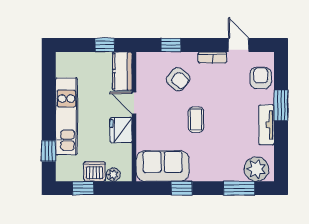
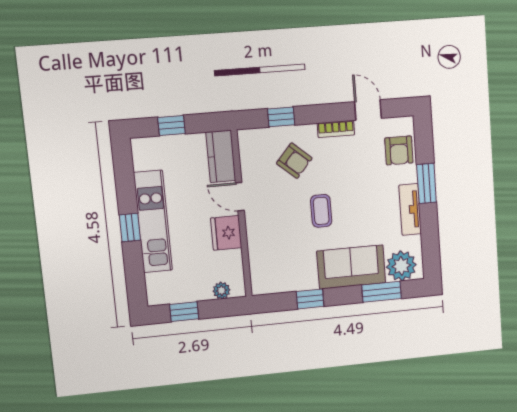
window: (105, 45) -> (171, 125), moved
armchair: (261, 78) -> (399, 150), turned 180
window: (49, 151) -> (130, 228), moved
sofa: (163, 166) -> (351, 267), moved
dishwasher: (95, 171) -> (197, 289), removed

